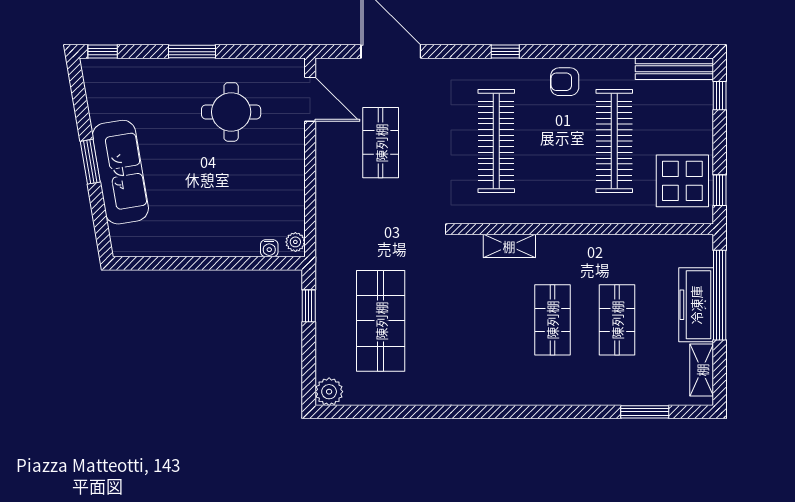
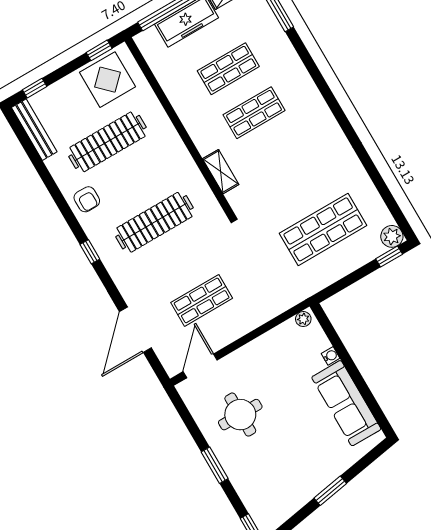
sofa: (120, 172) -> (346, 403), moved, turned -80
water cooler: (269, 248) -> (331, 356), moved
window: (309, 306) -> (389, 257), moved

